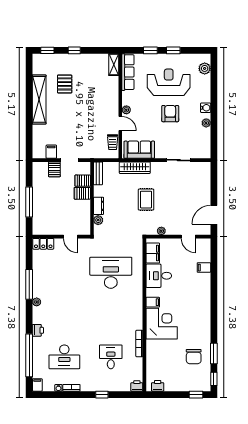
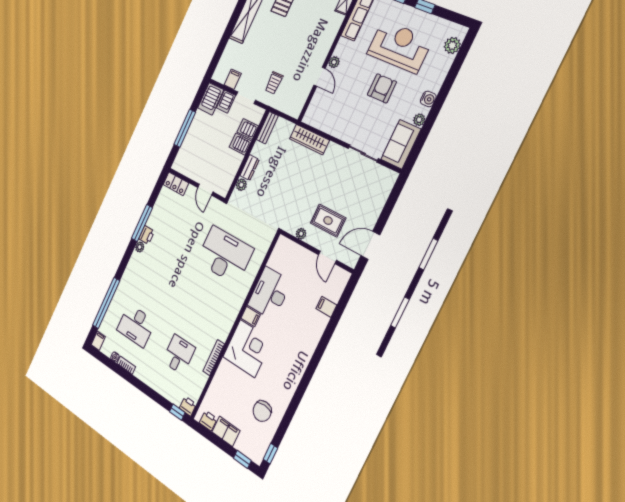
trolley: (113, 142) -> (274, 83), moved
sofa: (139, 150) -> (401, 144), moved, turned -90
server rack: (40, 173) -> (211, 99), added
rug: (146, 200) -> (328, 221), moved, turned 90
filing cabinet: (153, 253) -> (226, 431), moved, turned -90
desk: (159, 276) -> (270, 293), width x1.37
printer: (38, 330) -> (147, 235), moved
window: (214, 354) -> (286, 422), removed
window: (102, 395) -> (177, 412), moved

